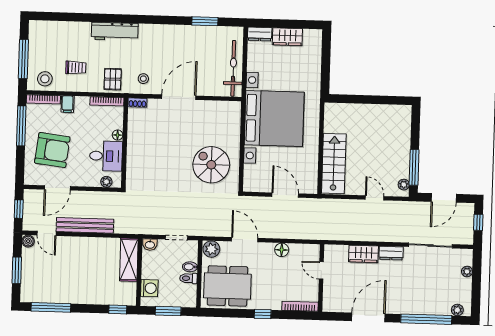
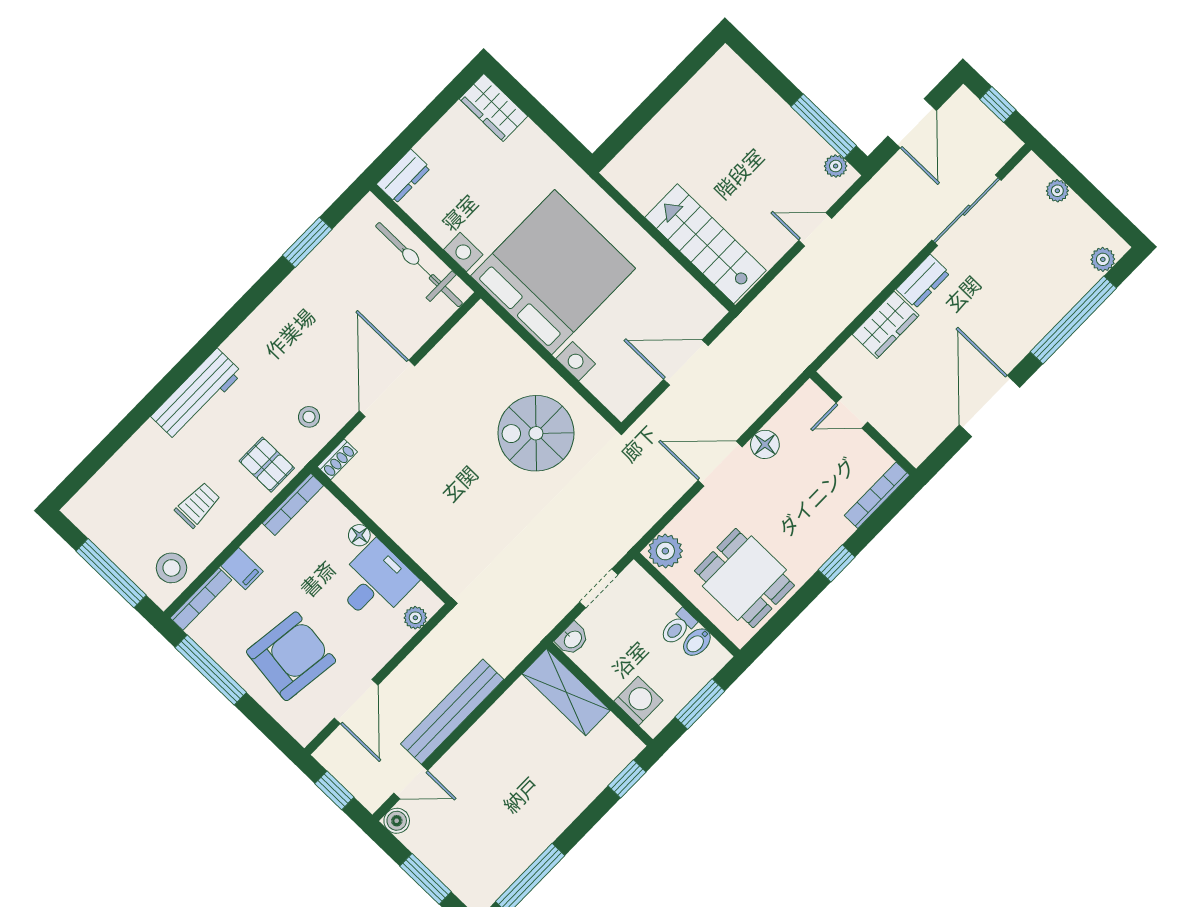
wardrobe: (287, 37) -> (494, 107), moved, turned 90
door: (245, 240) -> (720, 464), moved
bidet: (190, 267) -> (697, 642), moved
dining table: (227, 286) -> (744, 578), width x0.73

